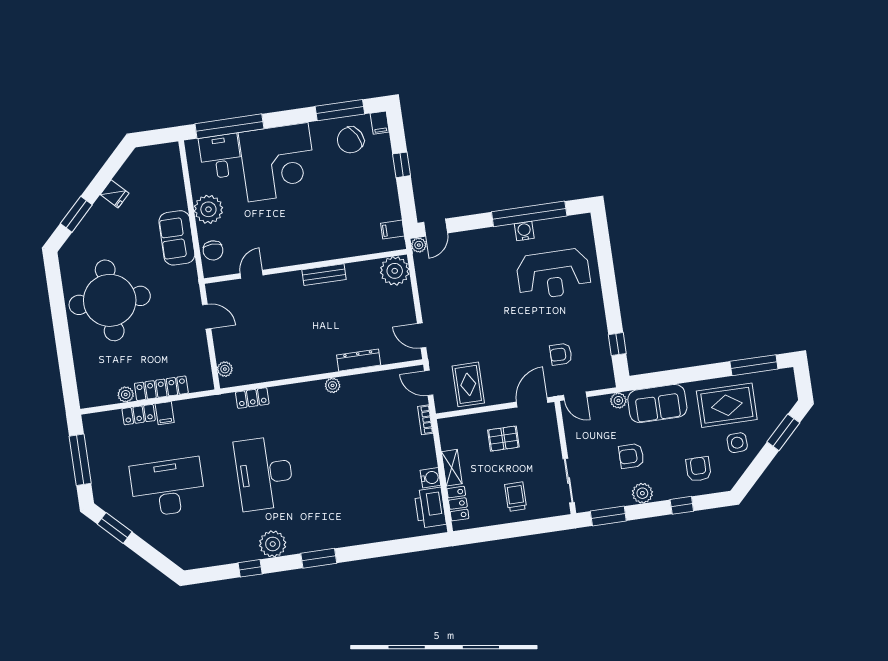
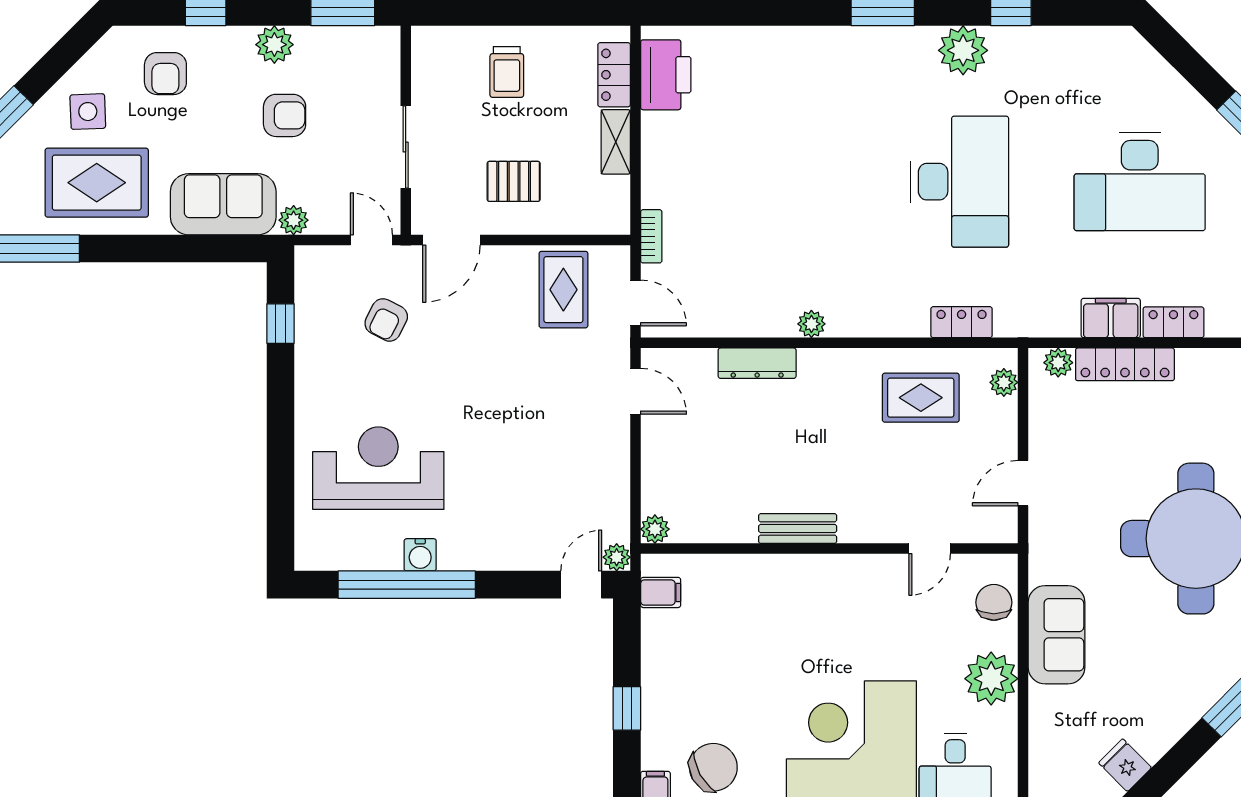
fridge: (115, 194) -> (1125, 765), moved
plant: (395, 271) -> (655, 529), width x0.53, depth x0.53
door: (207, 317) -> (1023, 483), hinge flipped
rug: (268, 354) -> (921, 398), added
armchair: (561, 354) -> (386, 320), turned 117
plant: (126, 394) -> (1058, 363), moved
filing cabinet: (165, 413) -> (1111, 318), width x2.00
water cooler: (430, 478) -> (657, 129), removed
sliding door: (569, 480) -> (406, 147), moved

